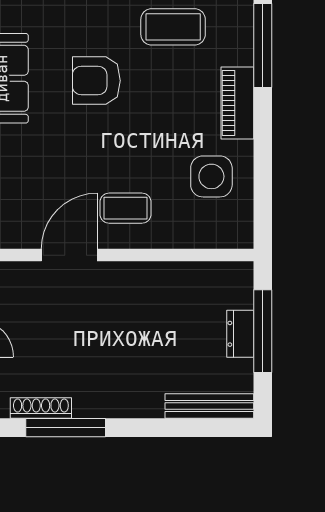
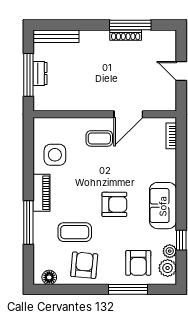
shoe rack: (41, 408) -> (126, 35), moved

